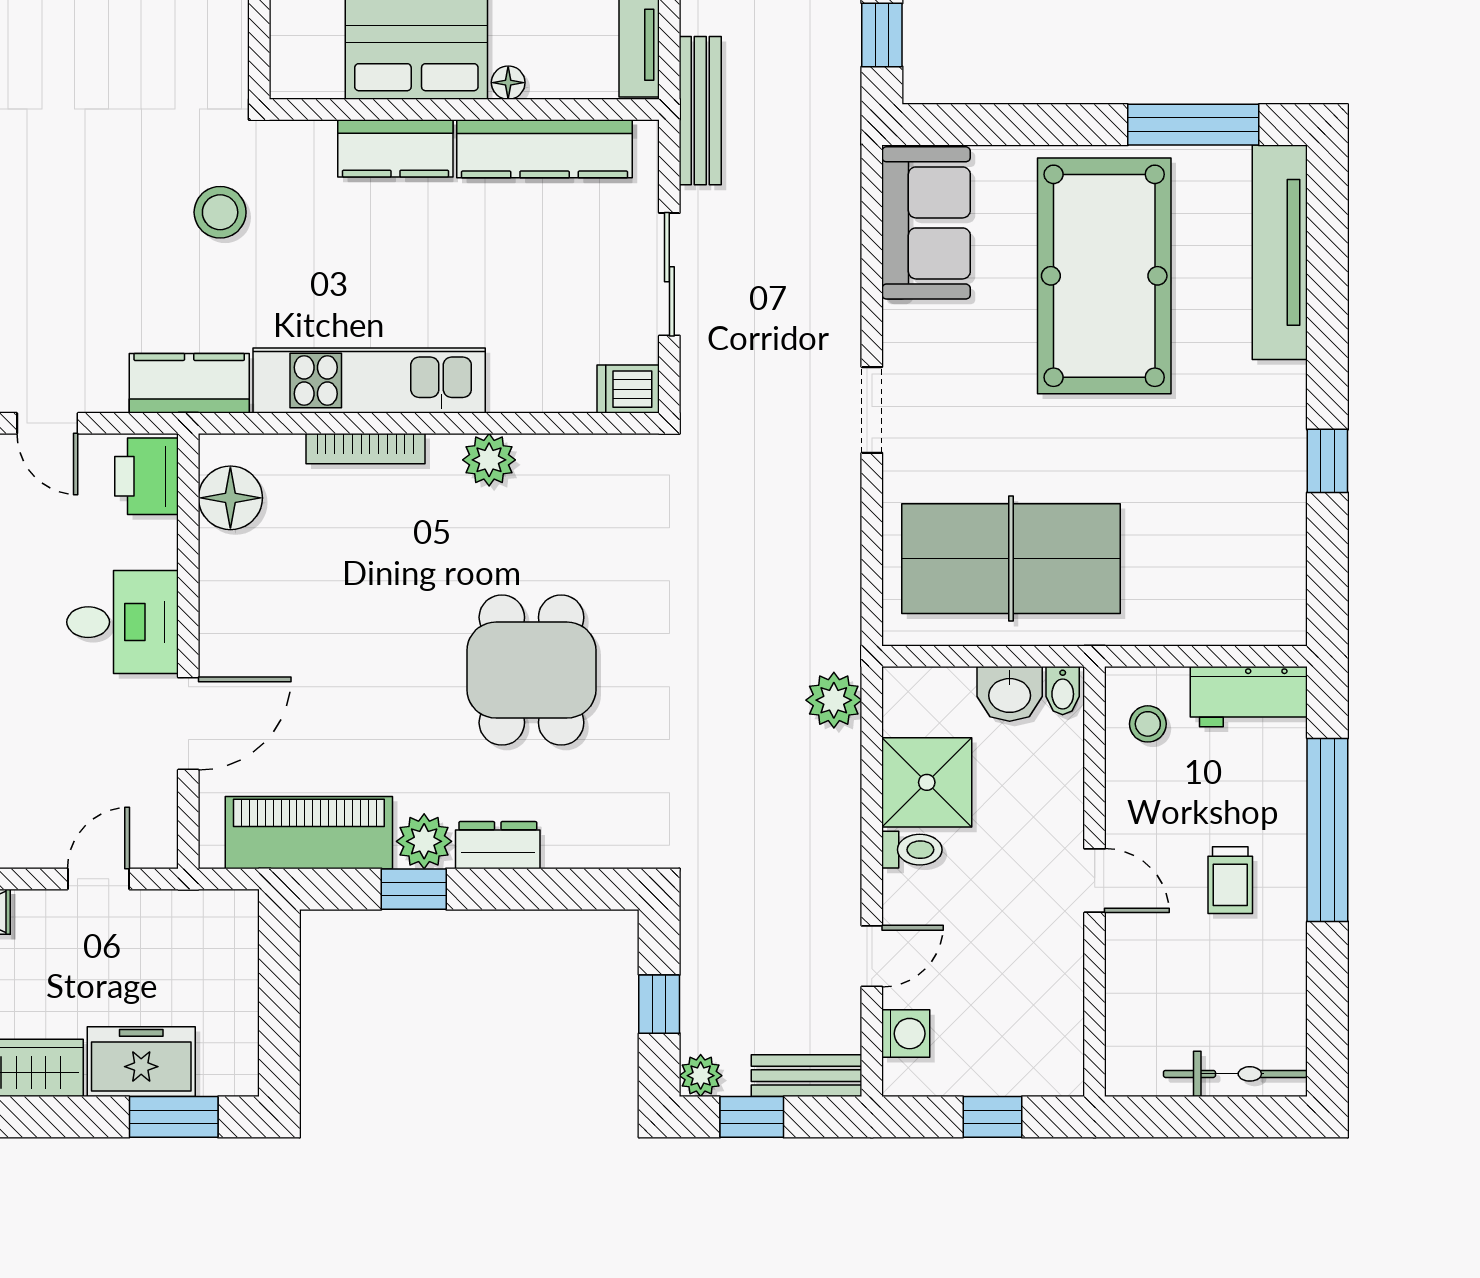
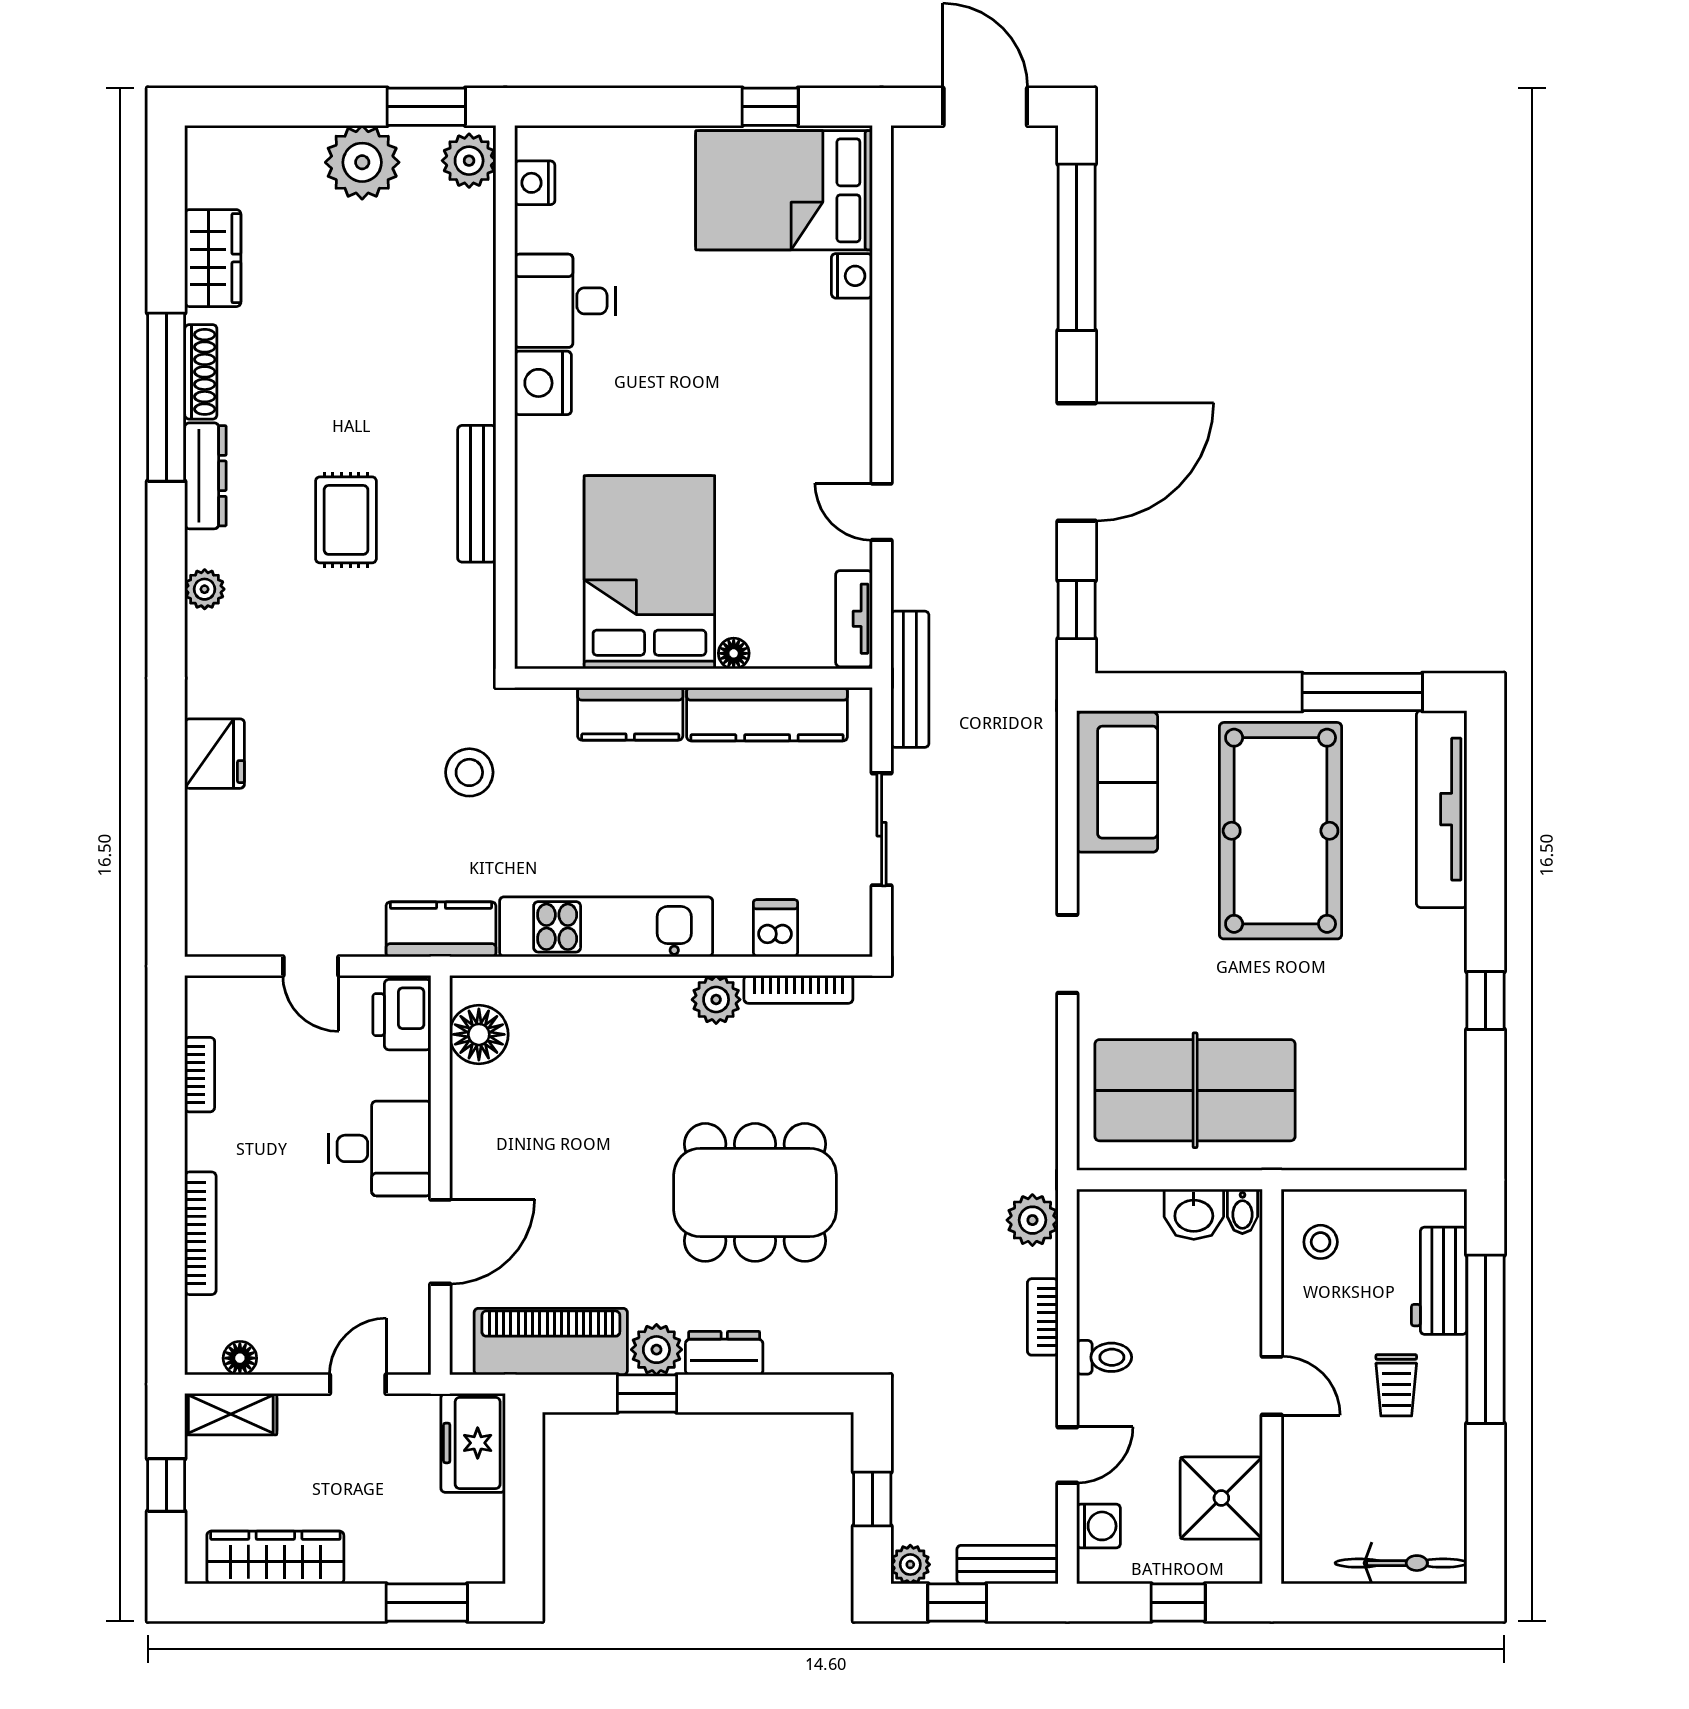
dishwasher: (628, 389) -> (775, 928), moved, turned 90
bookcase: (365, 449) -> (798, 989), moved
dining table: (531, 670) -> (755, 1192), width x1.38
workbench: (1249, 697) -> (1439, 1281), moved, turned 90
shower: (927, 782) -> (1221, 1498), moved
bookcase: (845, 806) -> (1043, 1317), added
freezer: (141, 1062) -> (473, 1443), moved, turned -90

